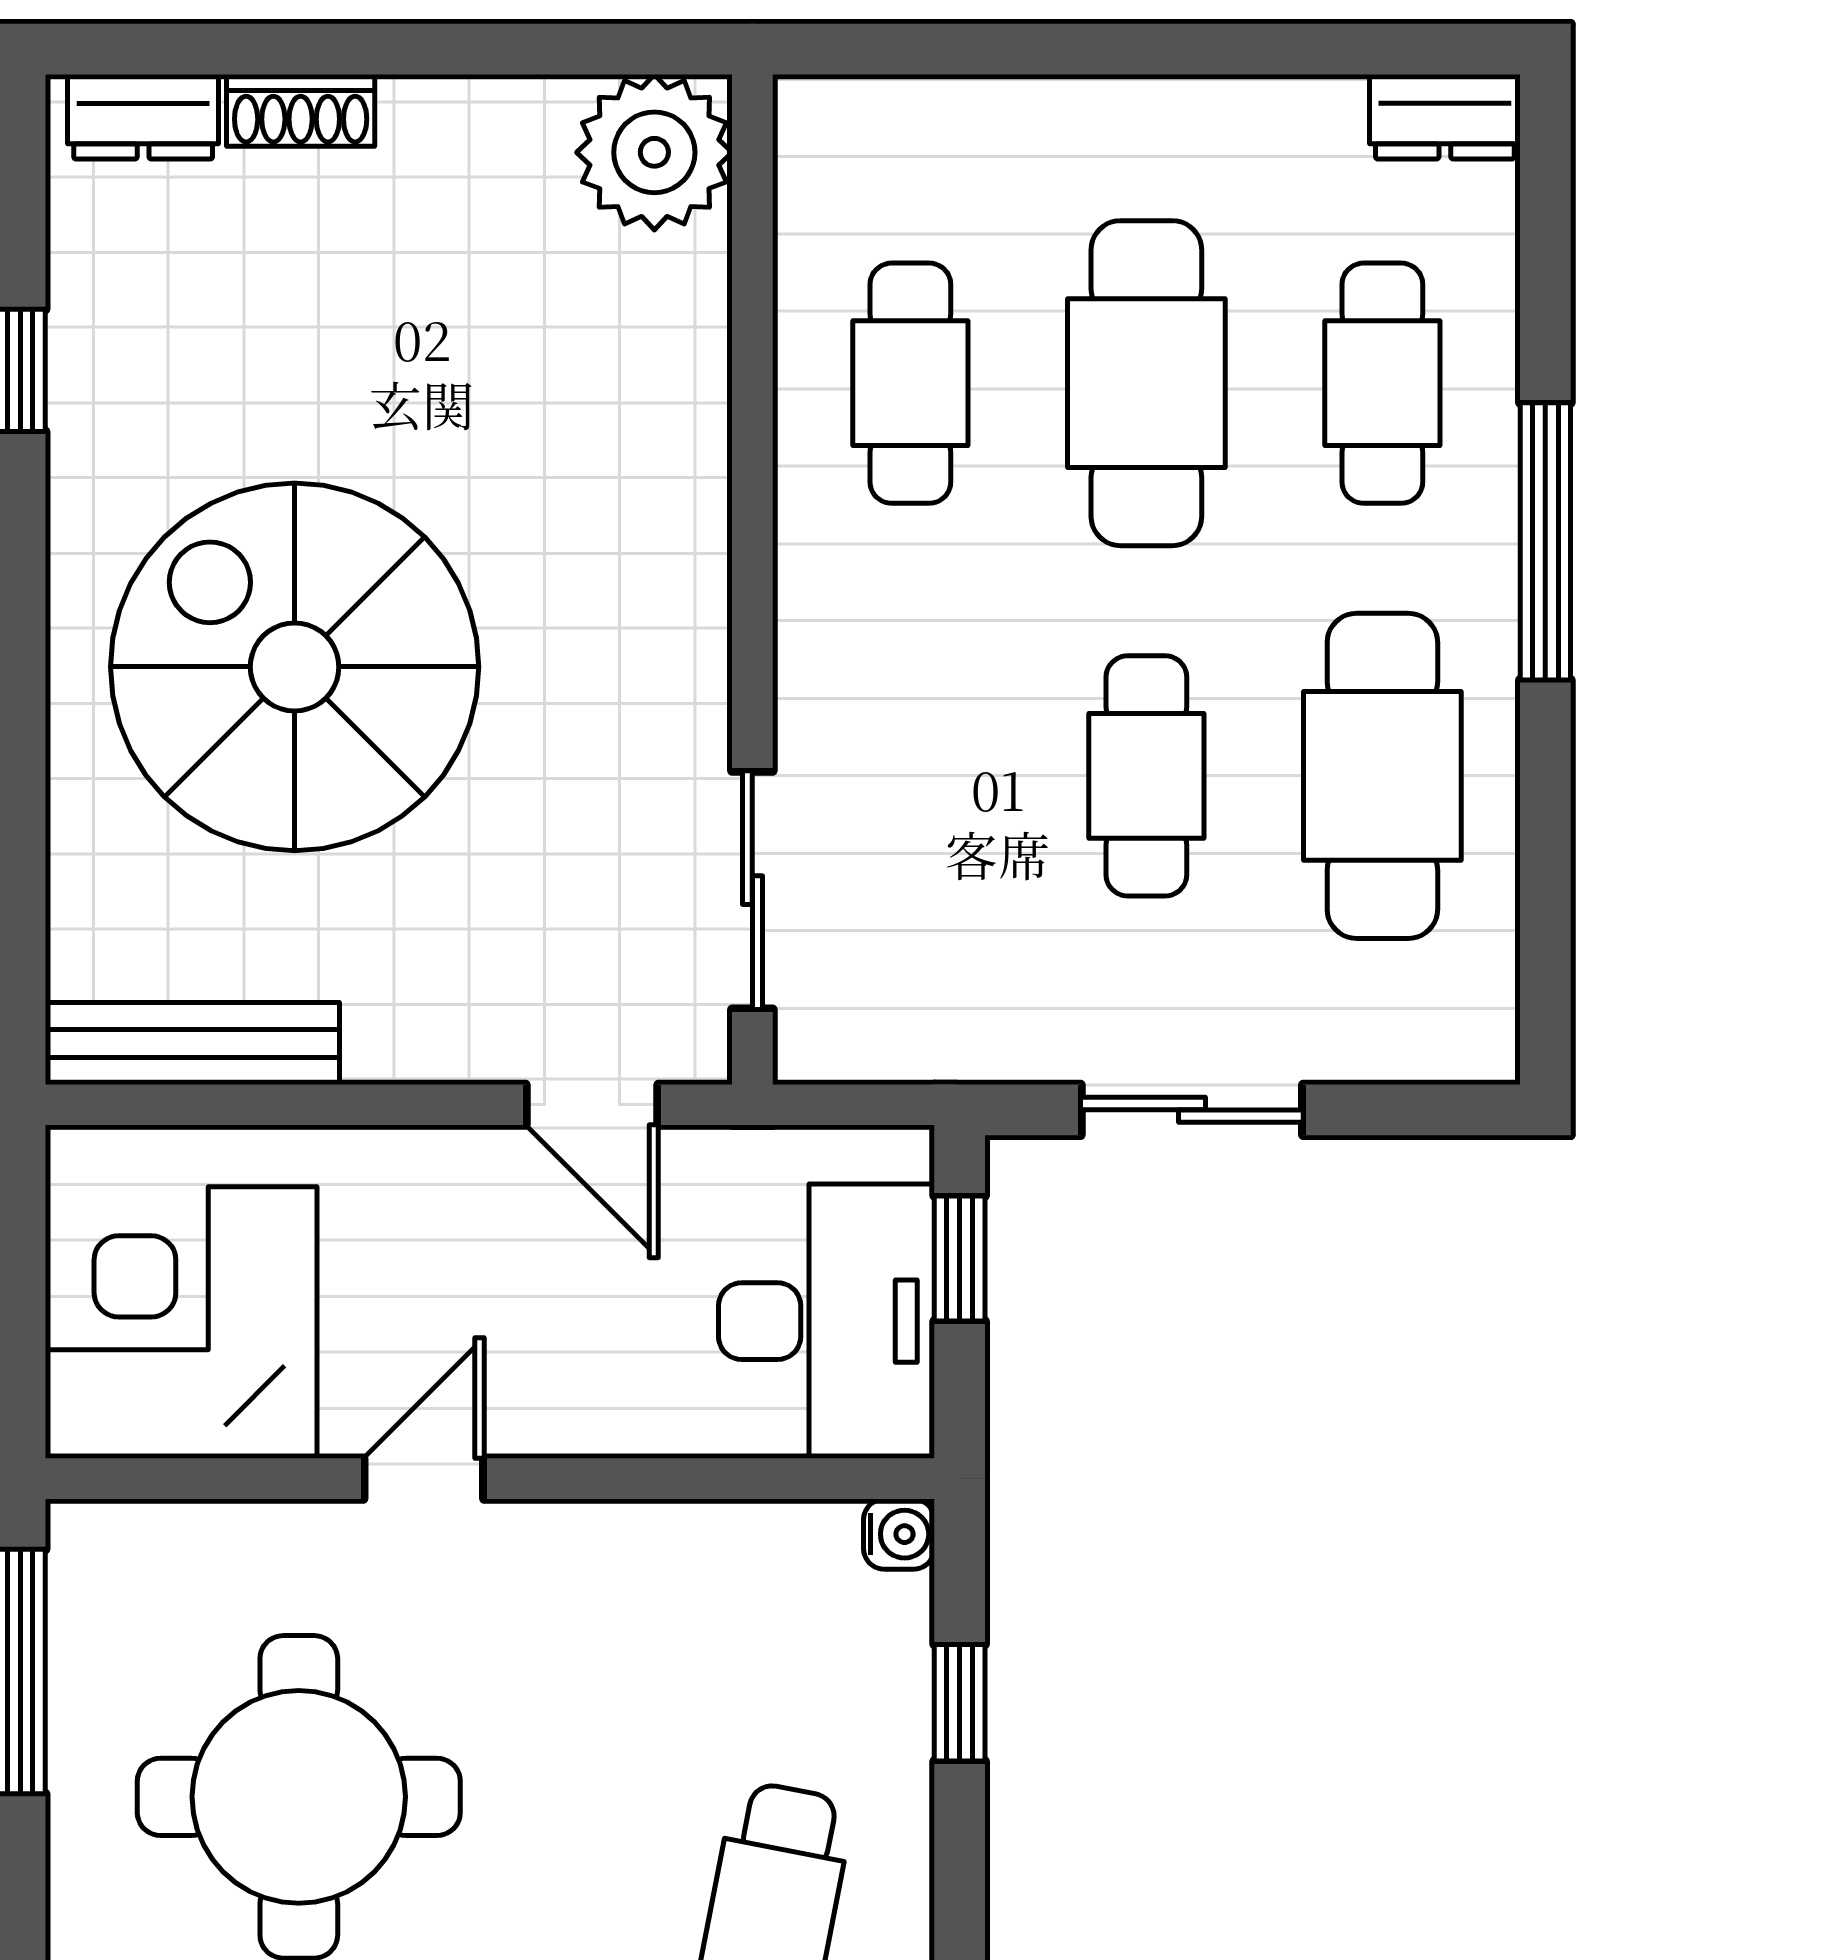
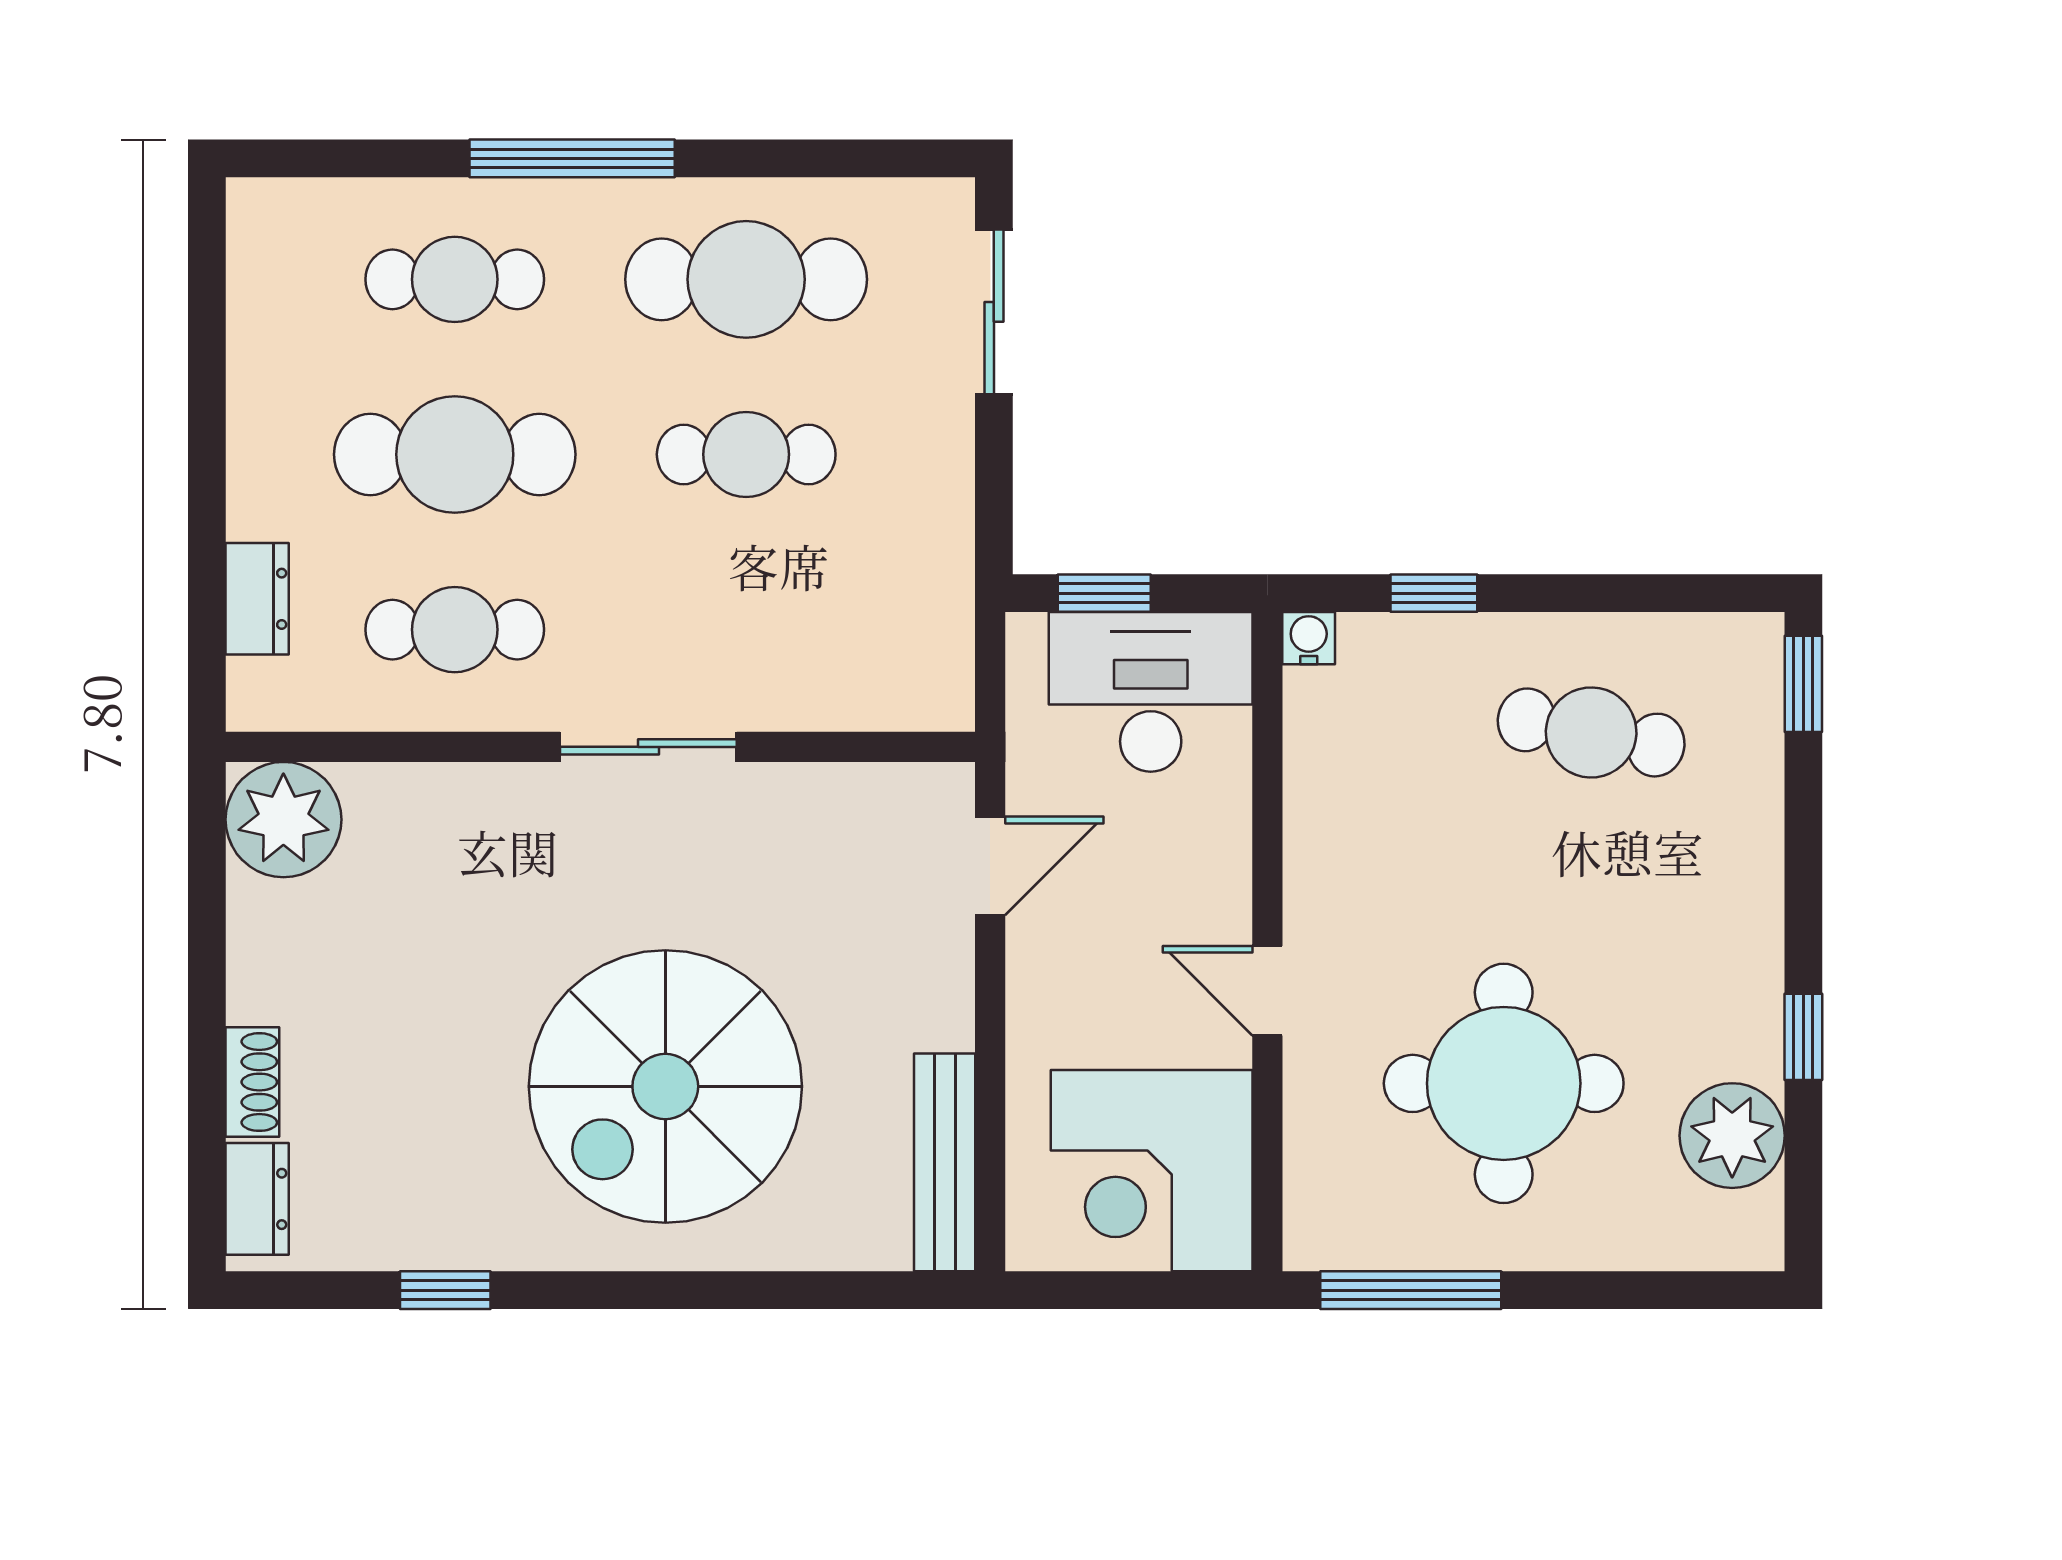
dresser: (1445, 117) -> (257, 599), moved
sliding door: (752, 890) -> (648, 747), moved
sliding door: (1192, 1110) -> (994, 312), moved

